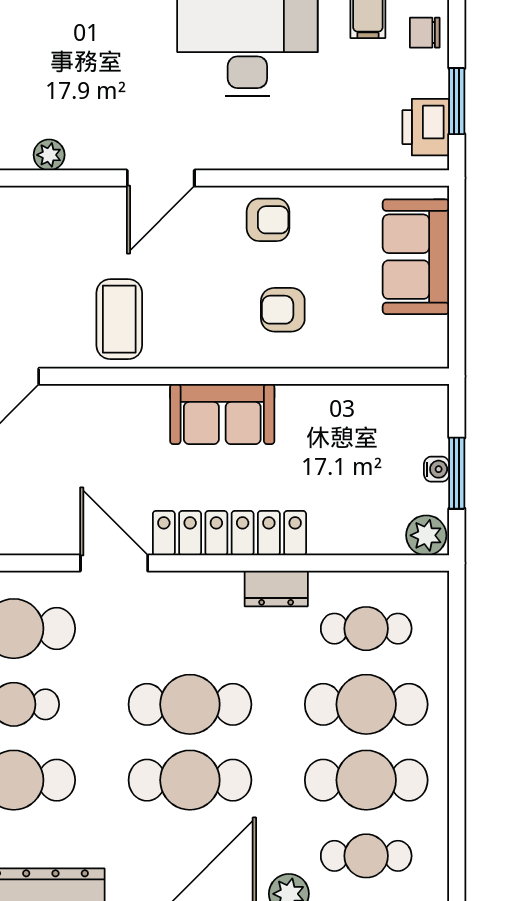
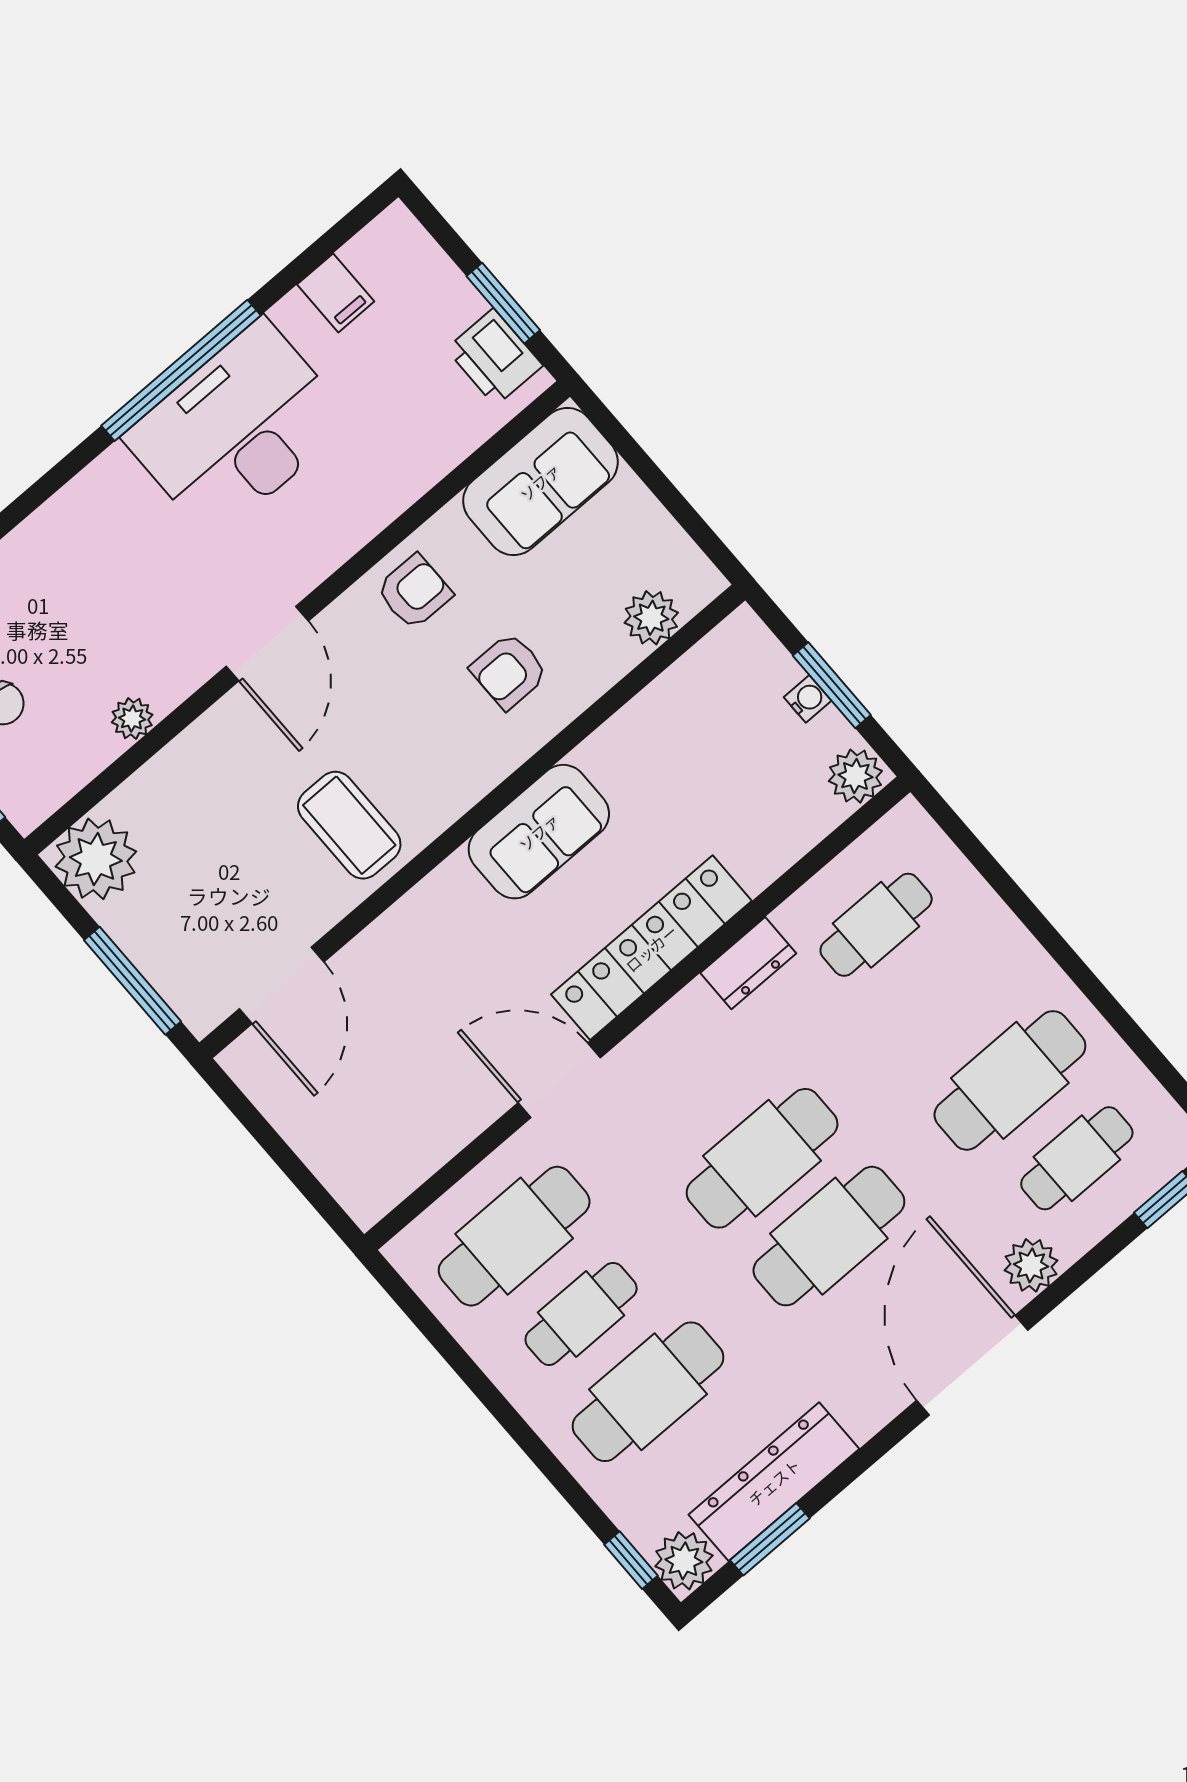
chair: (425, 33) -> (410, 261), removed
sofa: (416, 257) -> (540, 482), moved, turned -90
plant: (388, 348) -> (651, 618), added
cafe table: (366, 704) -> (943, 1003), removed

